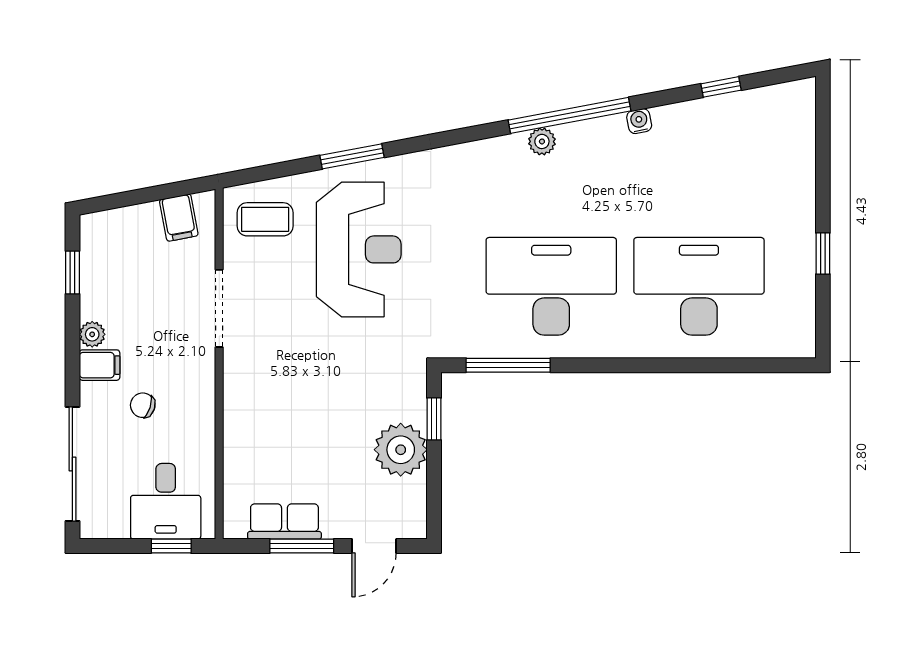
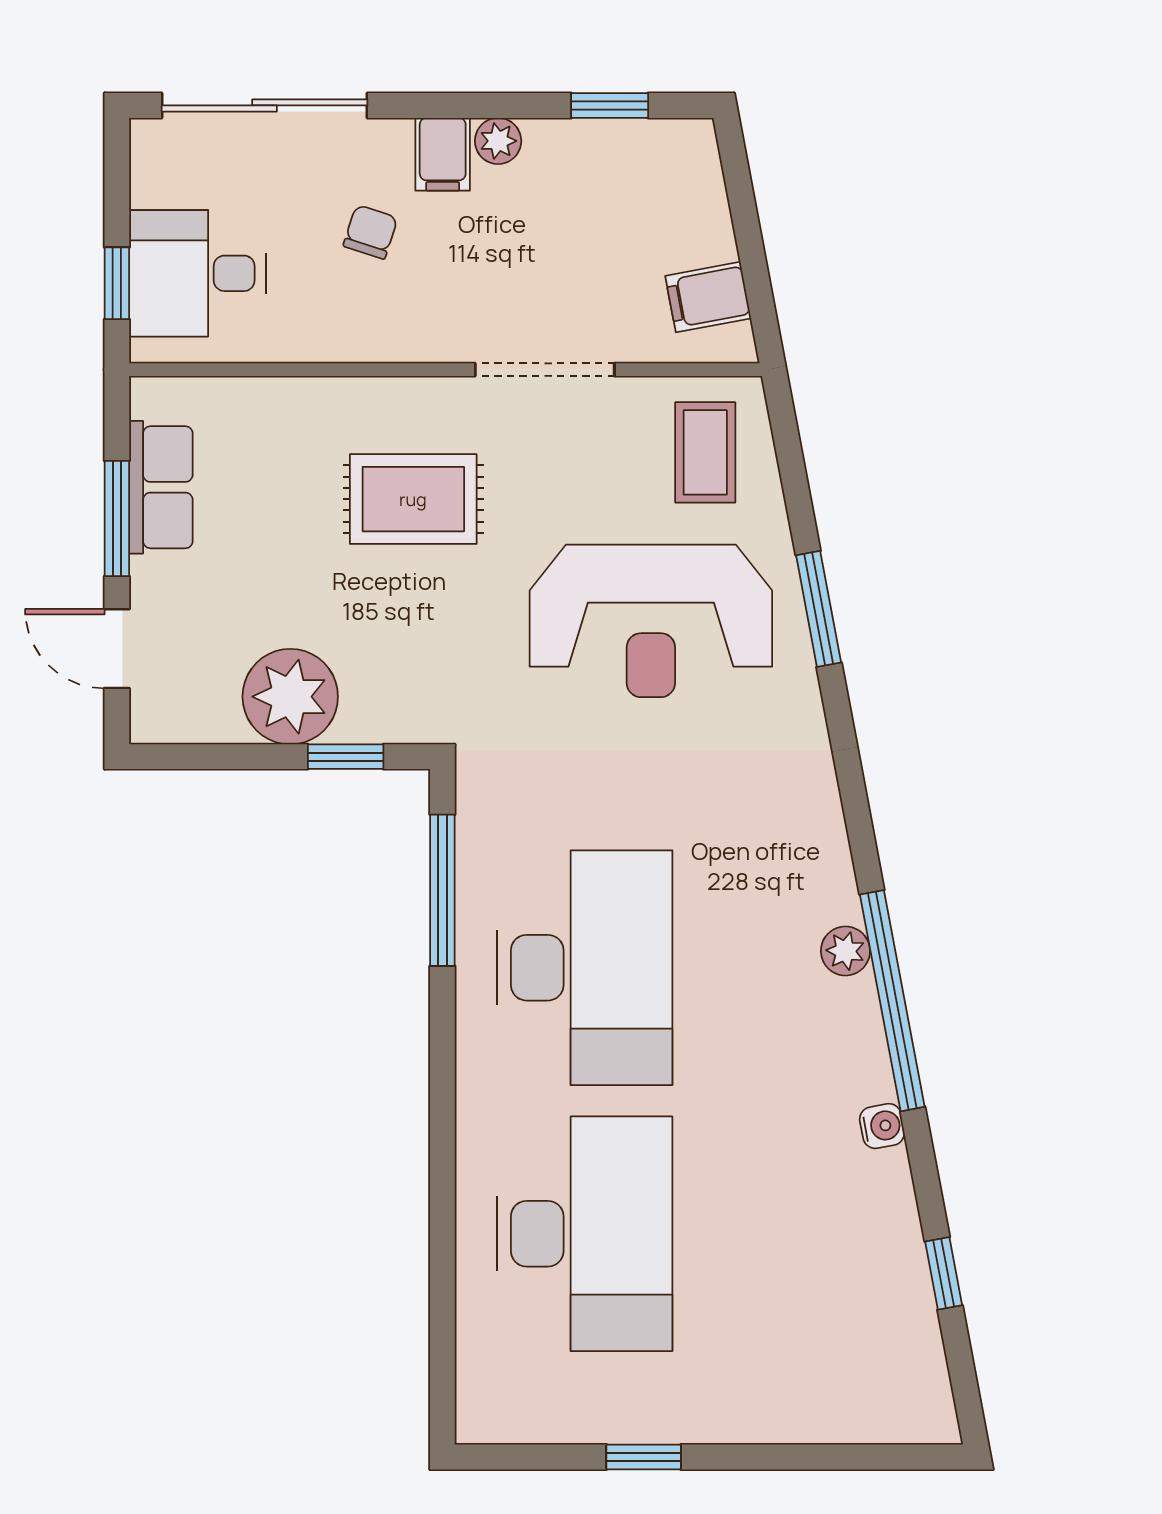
rug: (291, 381) -> (413, 499), added

